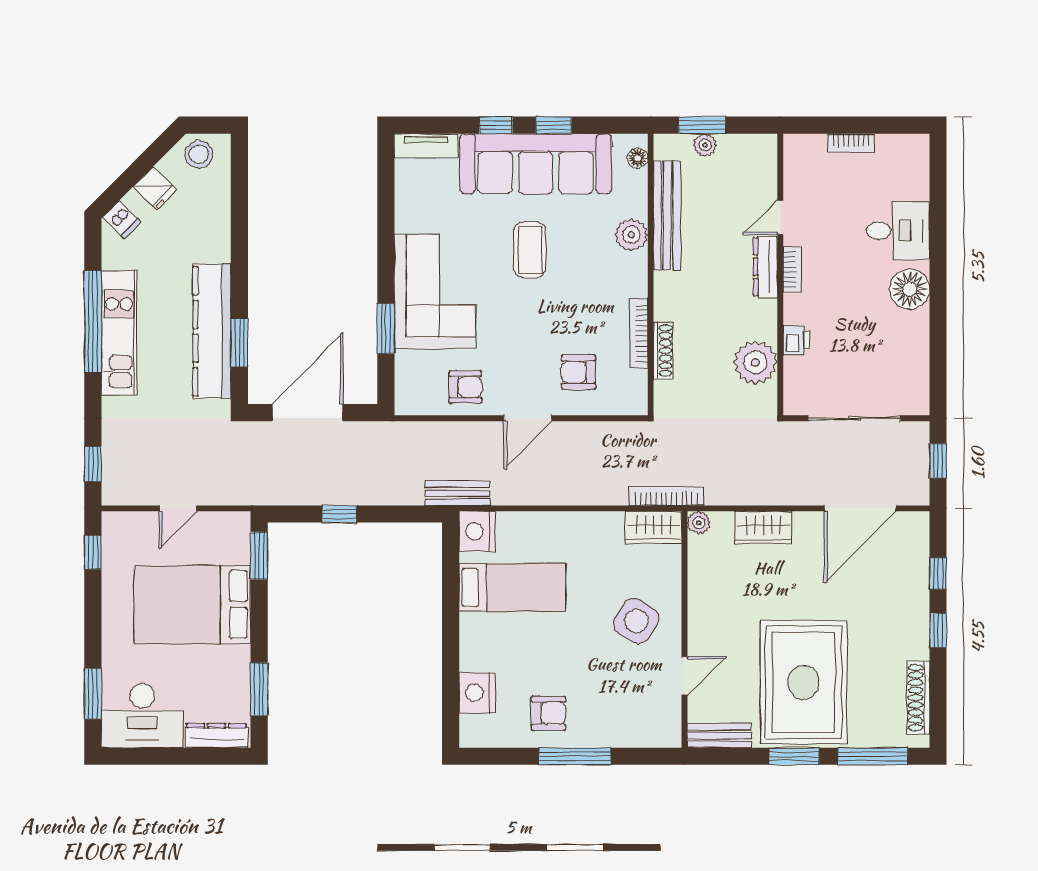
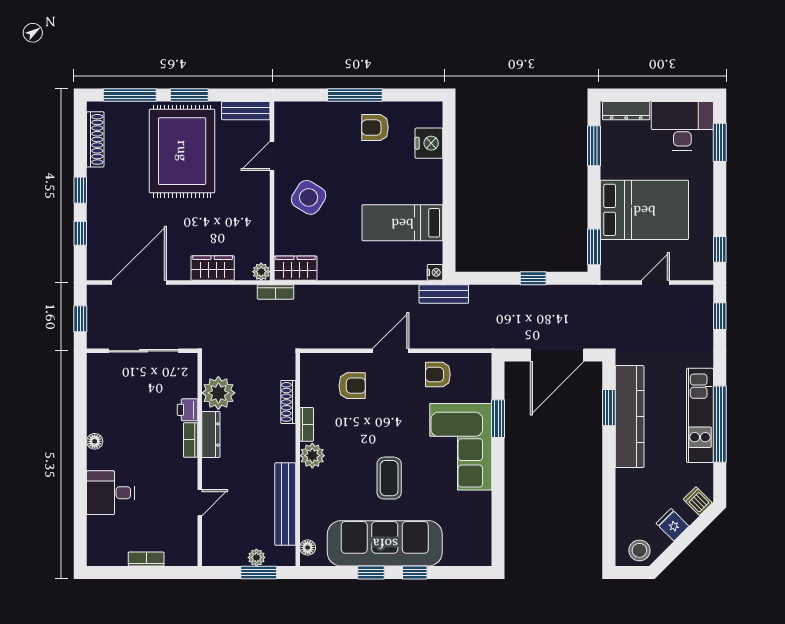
tv unit: (426, 146) -> (468, 557), removed
plant: (631, 235) -> (312, 456), moved
dresser: (765, 267) -> (211, 434), moved
bookcase: (792, 269) -> (191, 440), moved
floor lamp: (910, 289) -> (95, 441), width x0.53, depth x0.53
bookcase: (639, 334) -> (307, 424), width x0.64
bookcase: (666, 496) -> (276, 292), width x0.64
nightstand: (477, 531) -> (435, 272), width x0.53, depth x0.56

